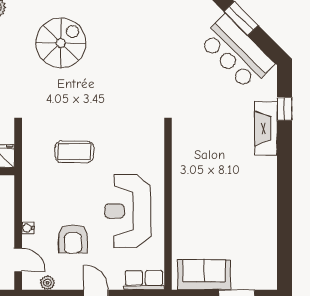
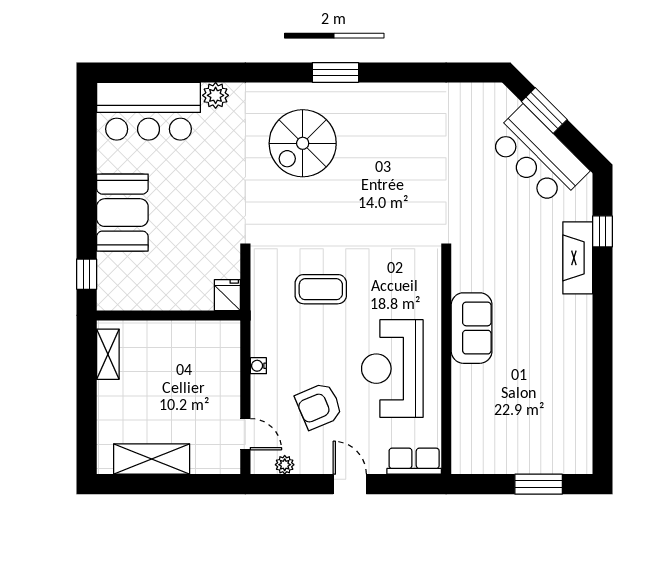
spiral stairs: (61, 43) -> (303, 143), turned 180
water cooler: (28, 228) -> (258, 366), moved
armchair: (73, 239) -> (319, 406), turned 67
sofa: (204, 275) -> (472, 328), moved, turned 90

